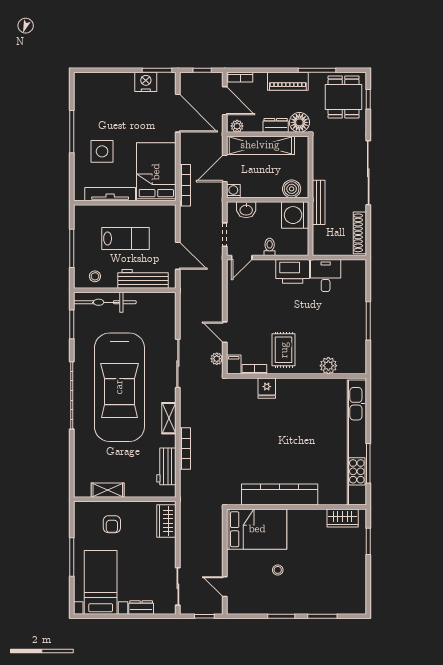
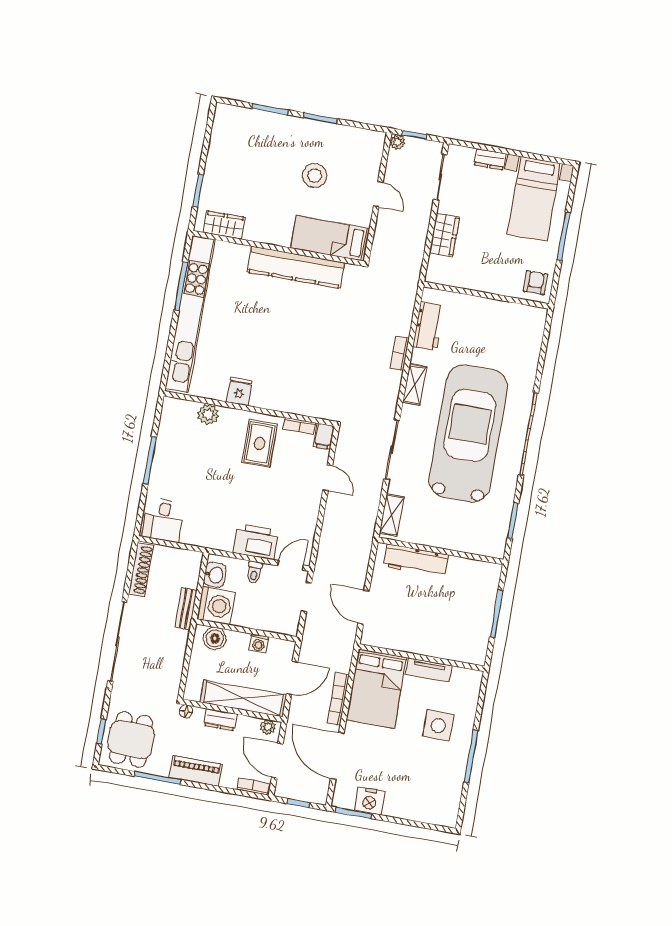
floor lamp: (299, 122) -> (186, 711), width x0.53, depth x0.53
bookcase: (185, 185) -> (338, 699), moved
washing machine: (233, 191) -> (259, 643), moved
tv unit: (110, 194) -> (429, 670), width x0.71
bench: (319, 202) -> (186, 609), width x0.73
washbasin: (246, 210) -> (215, 575), moved, turned 90
lab bench: (126, 238) -> (429, 614), removed
door: (178, 256) -> (364, 607), moved
printer: (293, 271) -> (256, 542), moved
desk: (326, 275) -> (163, 520), moved
stool: (95, 276) -> (474, 574), removed
bicycle: (105, 302) -> (468, 541), removed
plant: (217, 359) -> (398, 142), moved
fridge: (267, 388) -> (239, 391), moved
bookcase: (185, 448) -> (400, 353), width x0.64
shelving: (108, 490) -> (392, 515), moved, turned 90
wardrobe: (166, 521) -> (444, 235), moved
armchair: (112, 524) -> (535, 283), moved
bed: (257, 529) -> (330, 238), width x0.67
stool: (278, 570) -> (315, 175), width x1.89, depth x1.89
door: (225, 587) -> (378, 194), moved

